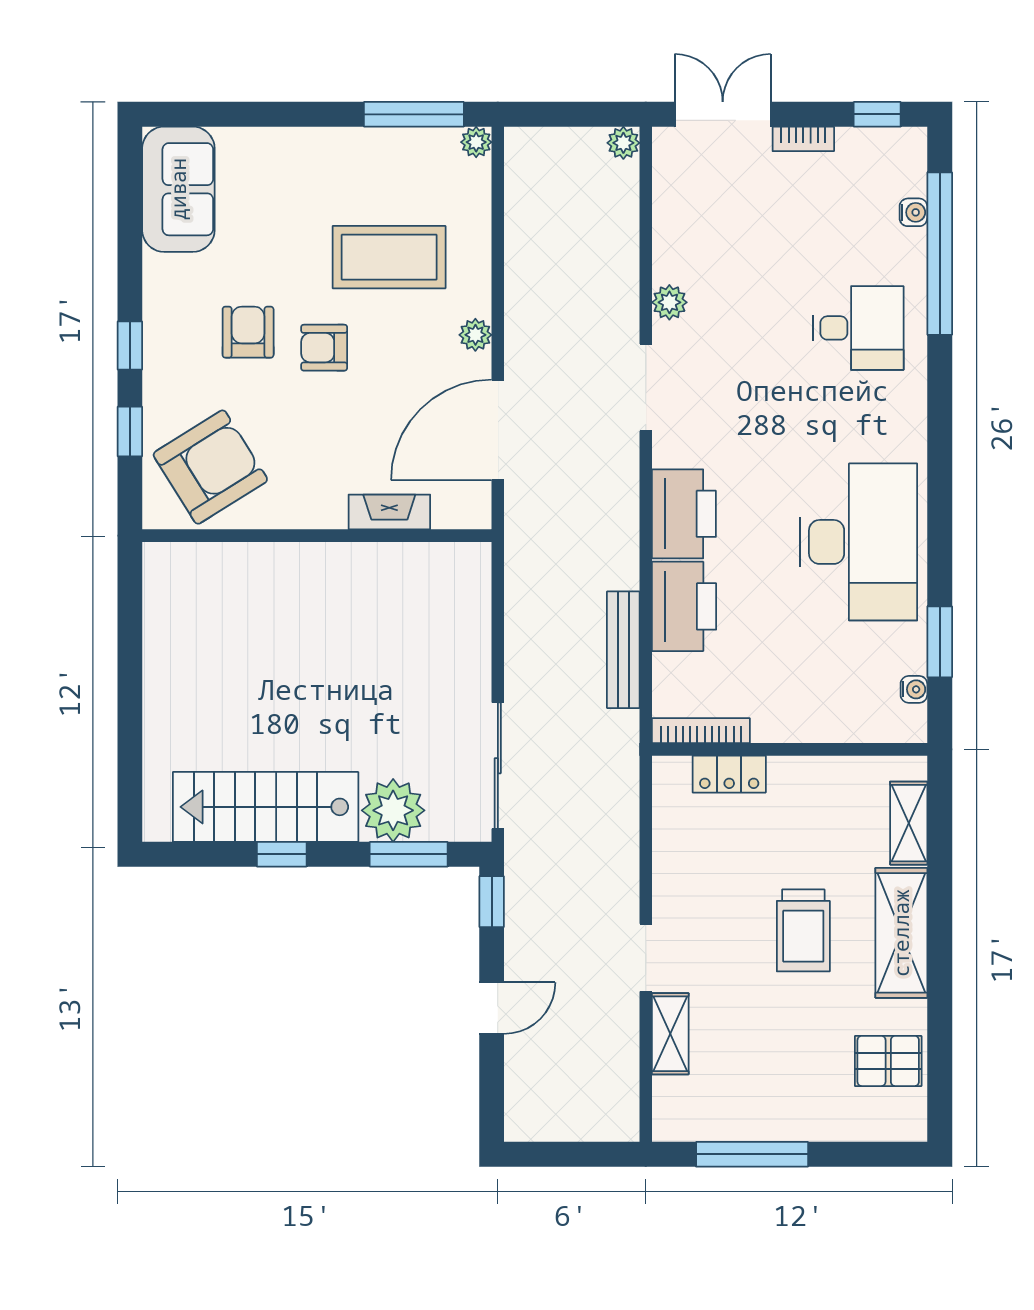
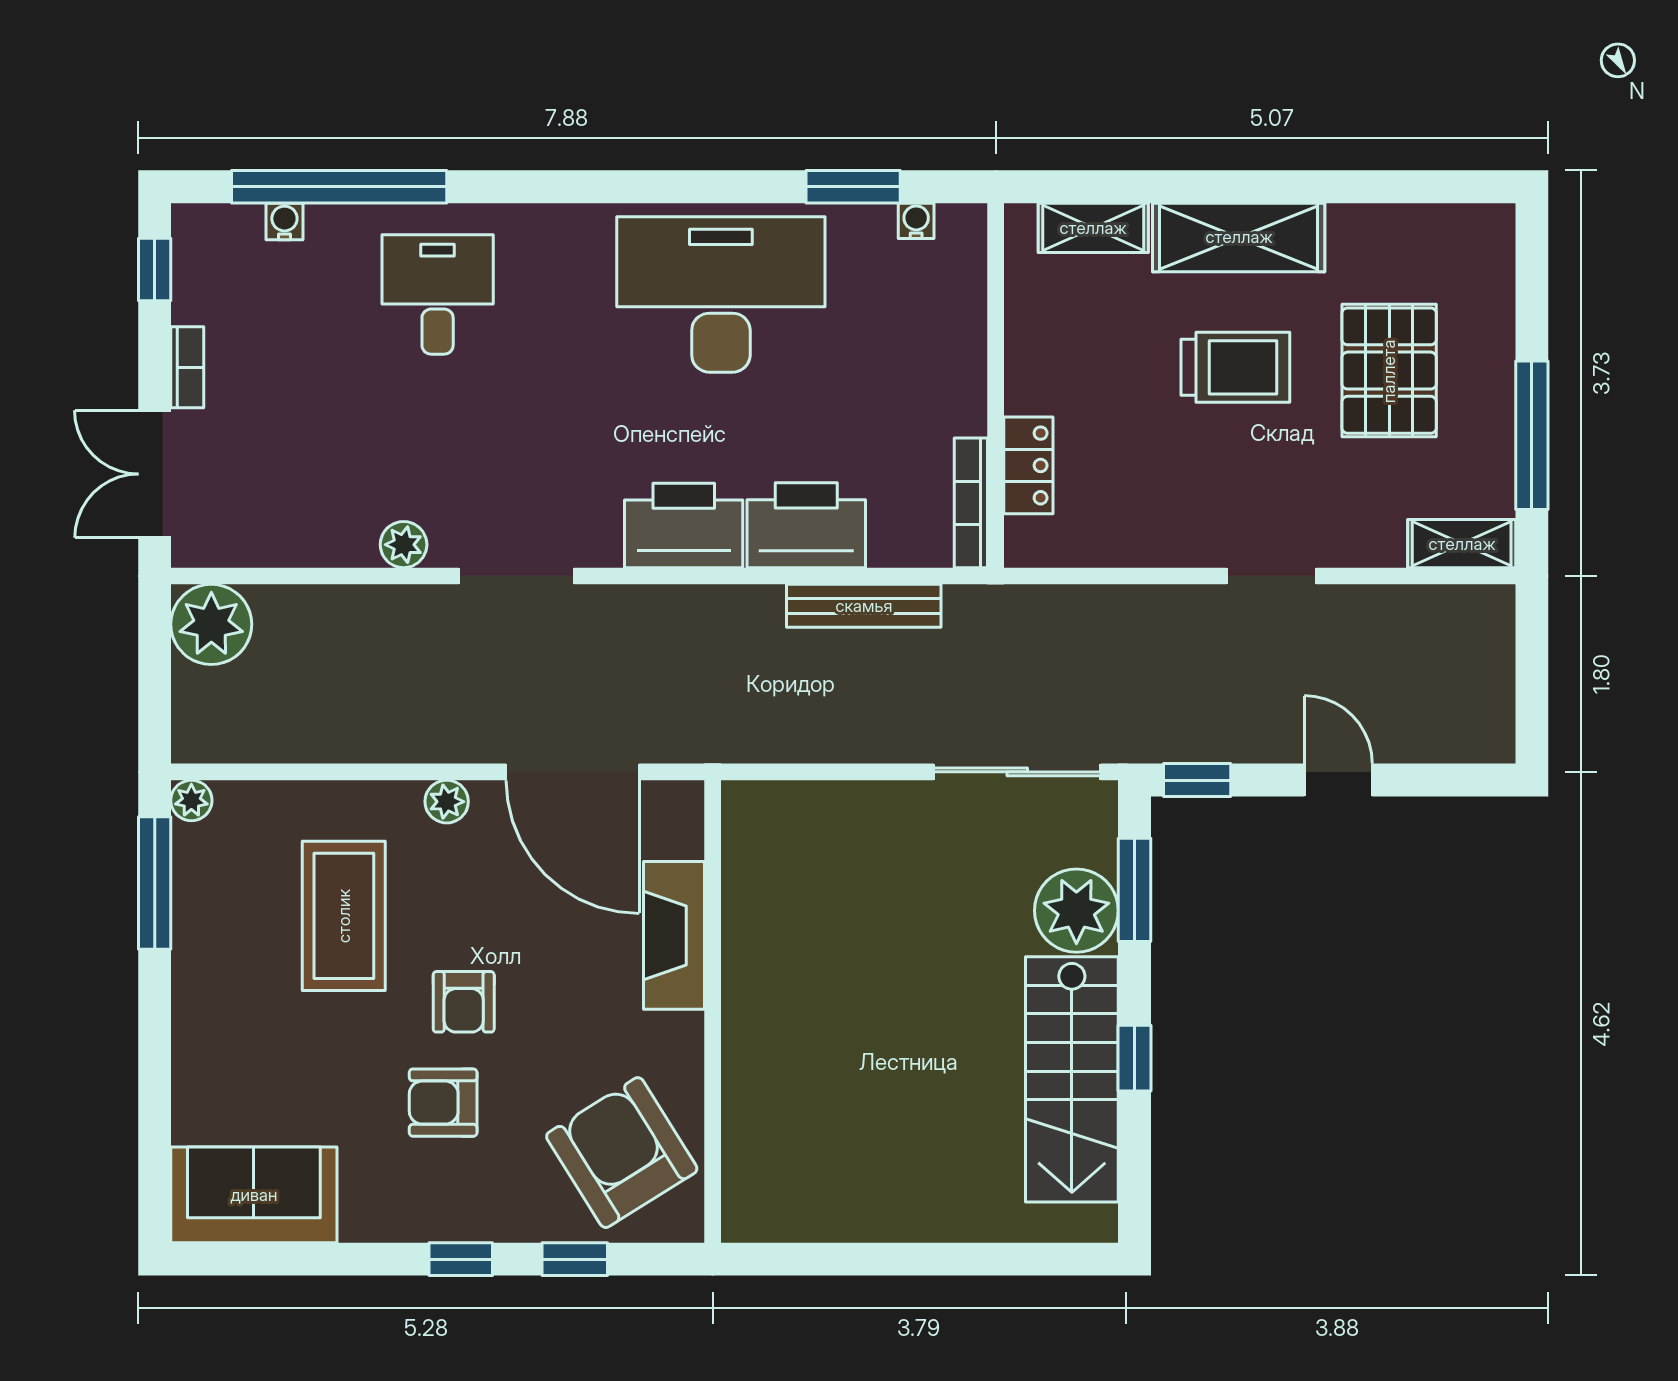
plant: (623, 143) -> (211, 624), width x1.88, depth x1.88
fireplace: (389, 512) -> (674, 935), width x1.37, depth x1.32
shelving: (670, 1034) -> (1462, 544), moved
pallet: (888, 1061) -> (1389, 371), moved, width x1.50, depth x1.42

